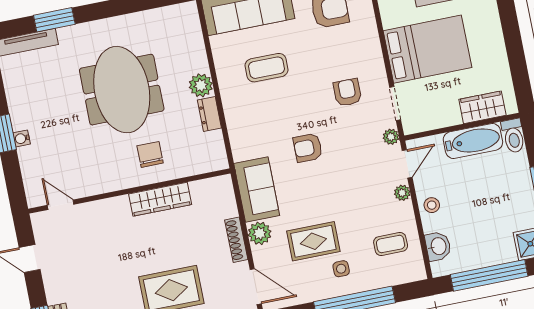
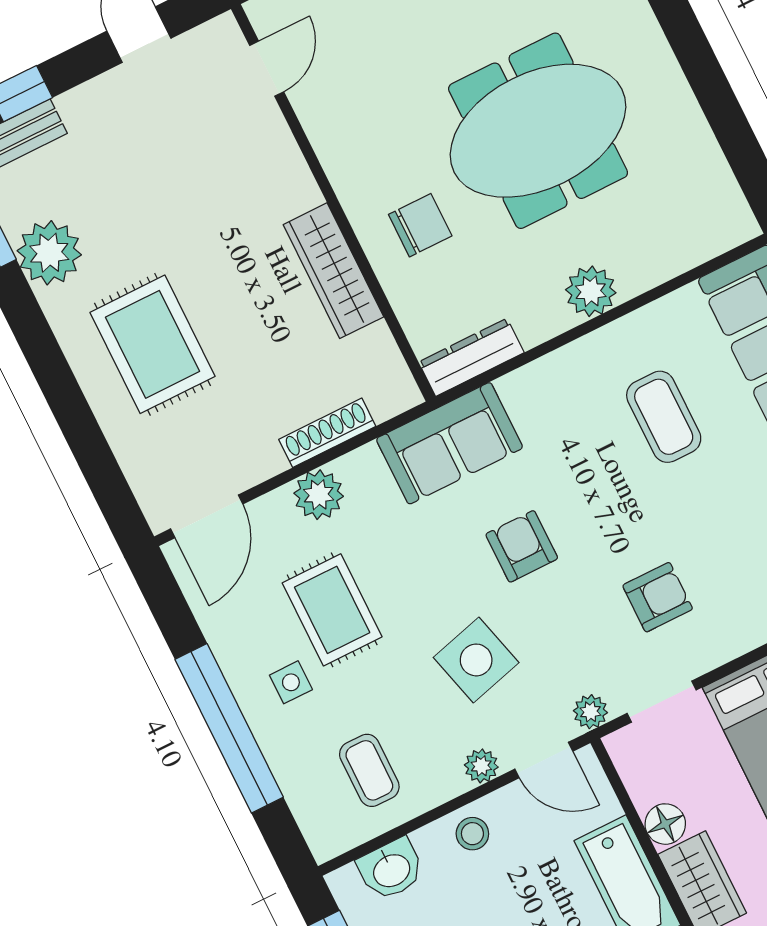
dresser: (209, 114) -> (471, 357), moved, width x1.44
floor lamp: (451, 117) -> (665, 824), added
side table: (354, 182) -> (476, 660), added
sofa: (257, 190) -> (450, 443), moved
shoe rack: (236, 240) -> (327, 433), moved

